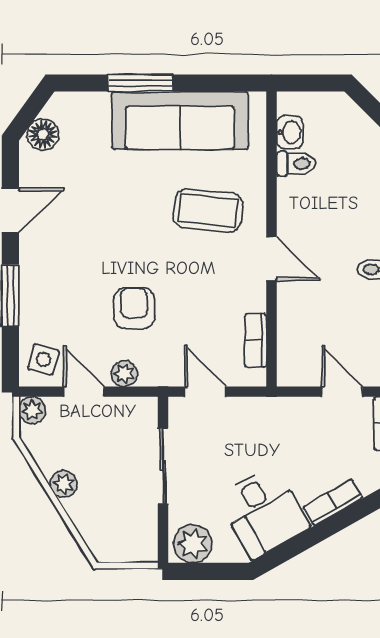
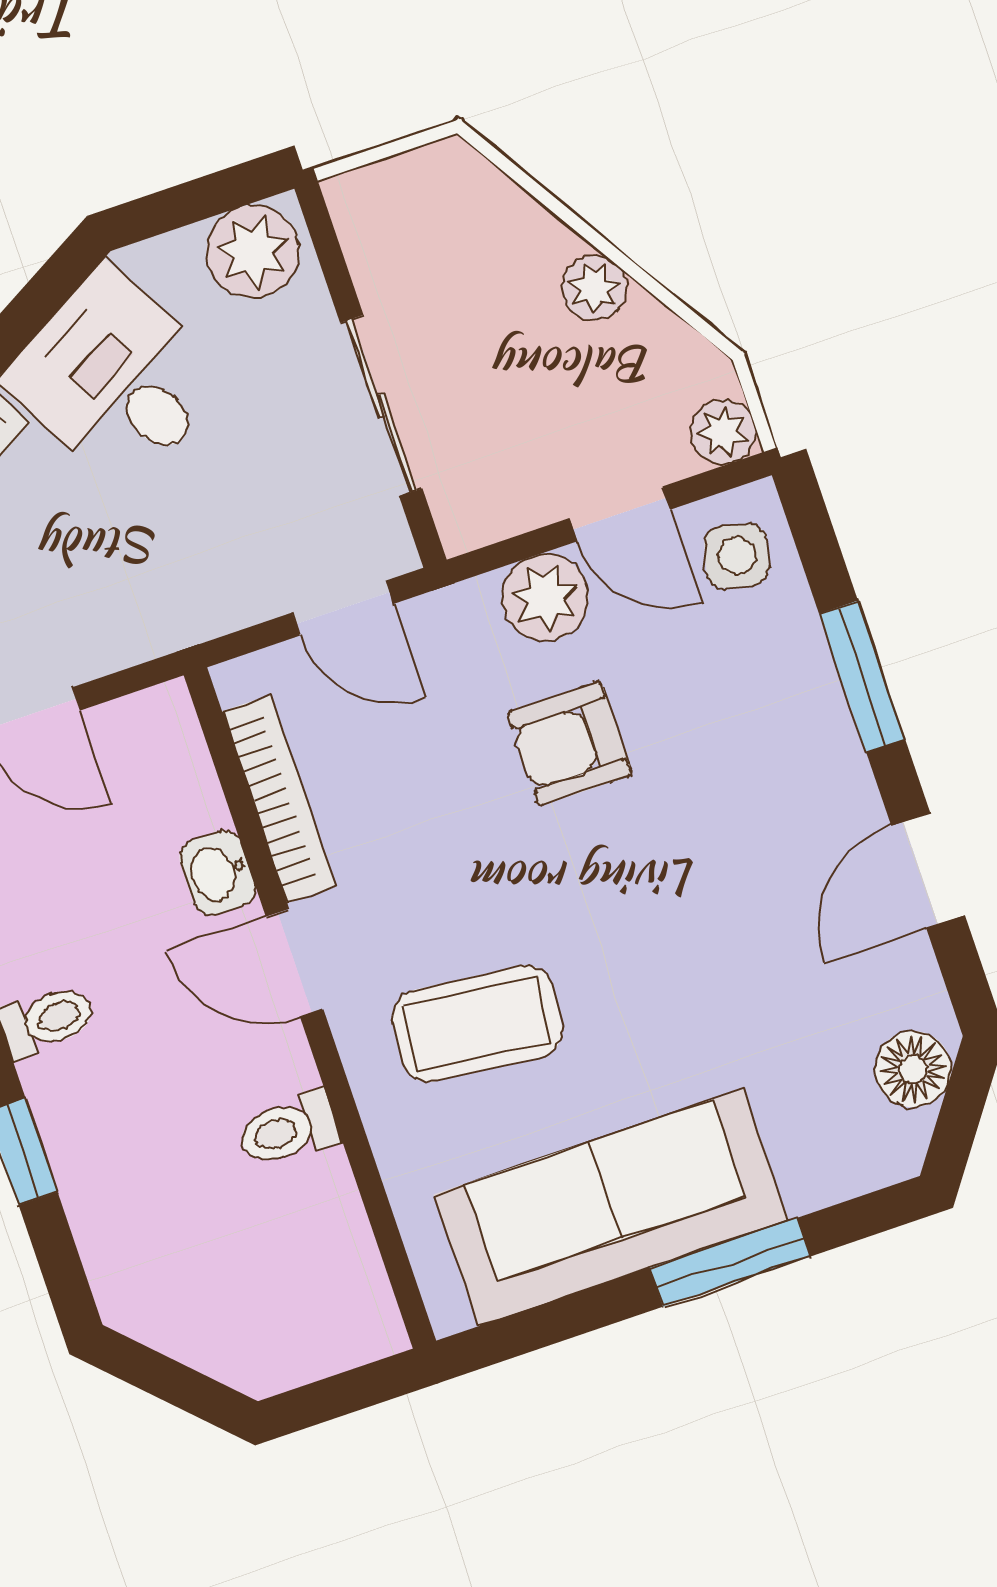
washbasin: (290, 132) -> (217, 873), moved
toilet: (296, 164) -> (288, 1130), moved
armchair: (134, 308) -> (570, 744), turned 91
bookcase: (256, 340) -> (279, 799), width x1.56
plant: (124, 374) -> (545, 598), width x1.38, depth x1.38

